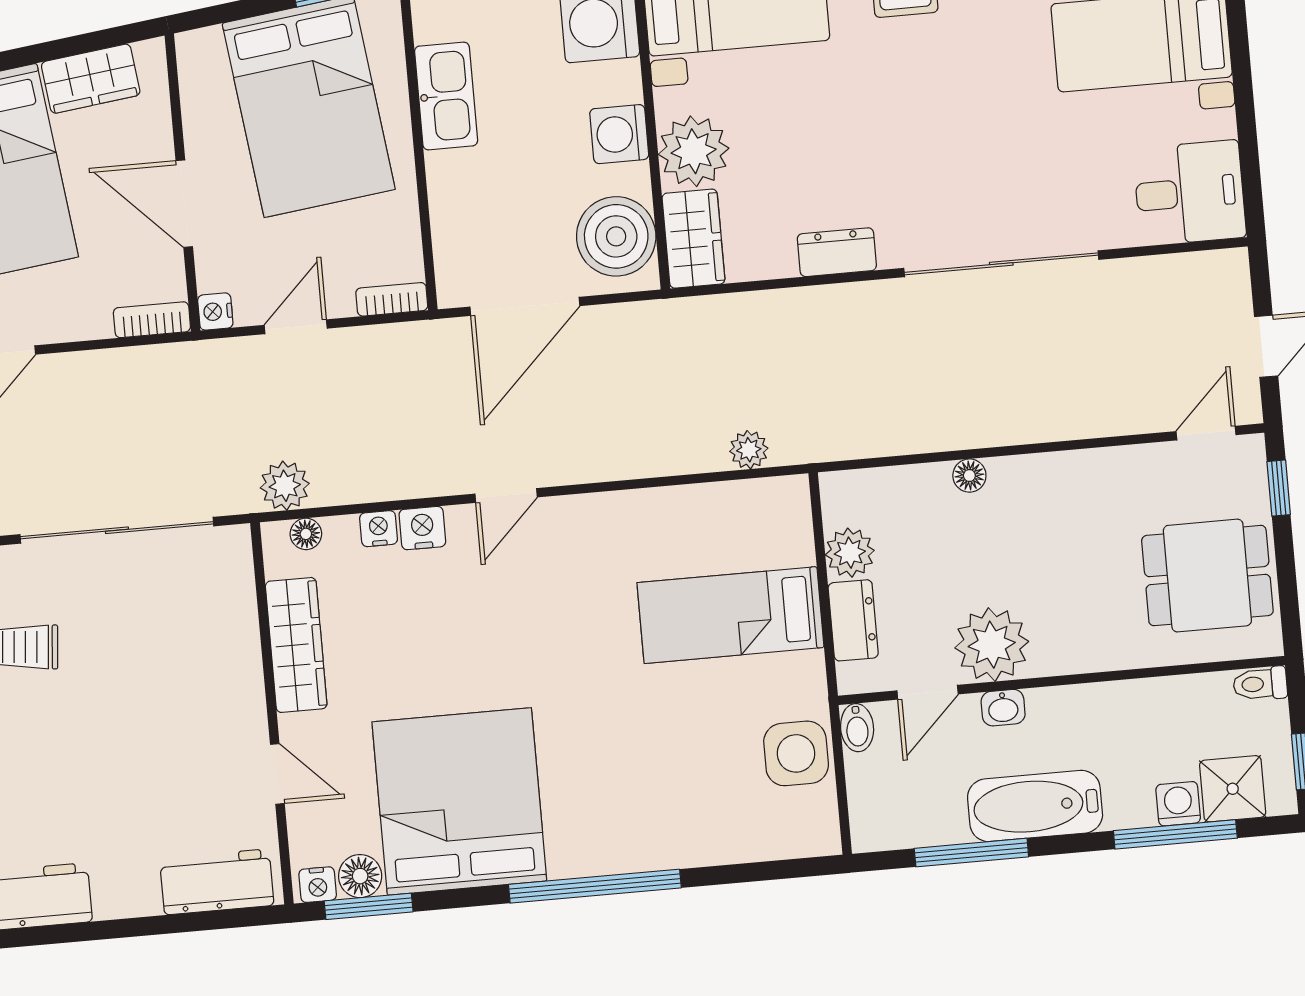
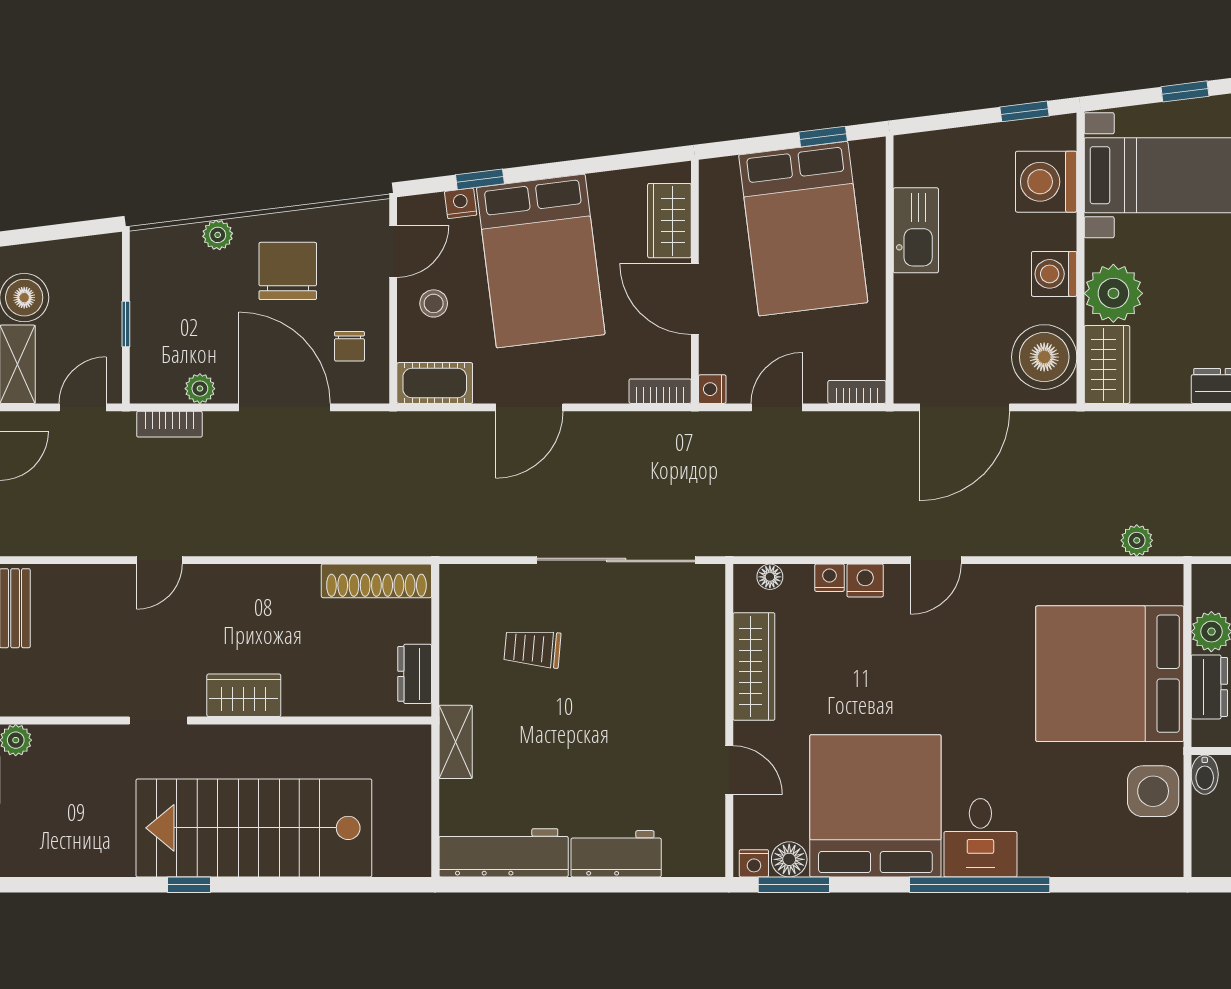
wardrobe: (91, 79) -> (669, 221), moved, turned 97
plant: (285, 486) -> (756, 536), removed
bed: (730, 615) -> (1110, 674), width x2.04
desk: (591, 829) -> (980, 838), added
workbench: (217, 882) -> (616, 854), moved

